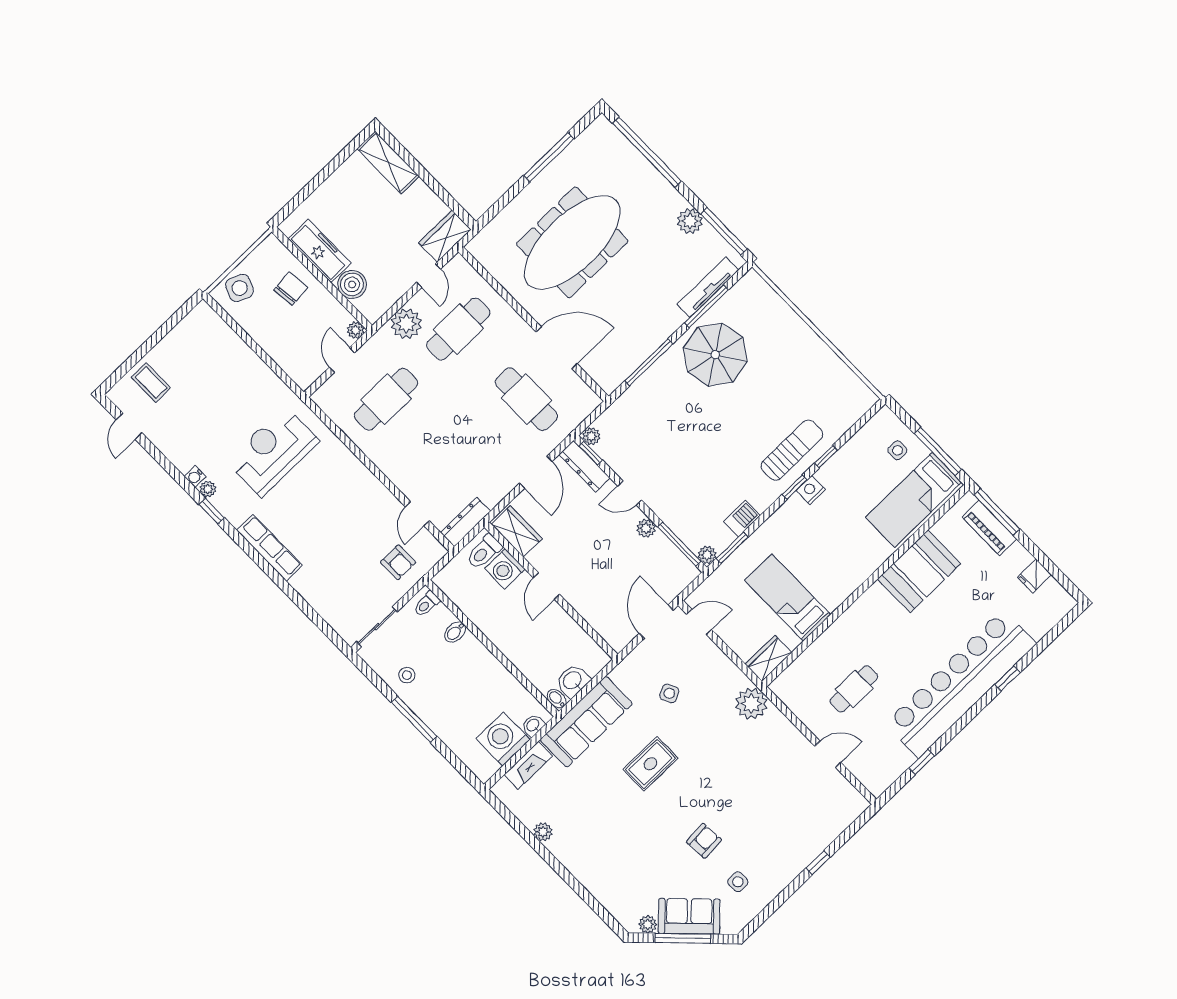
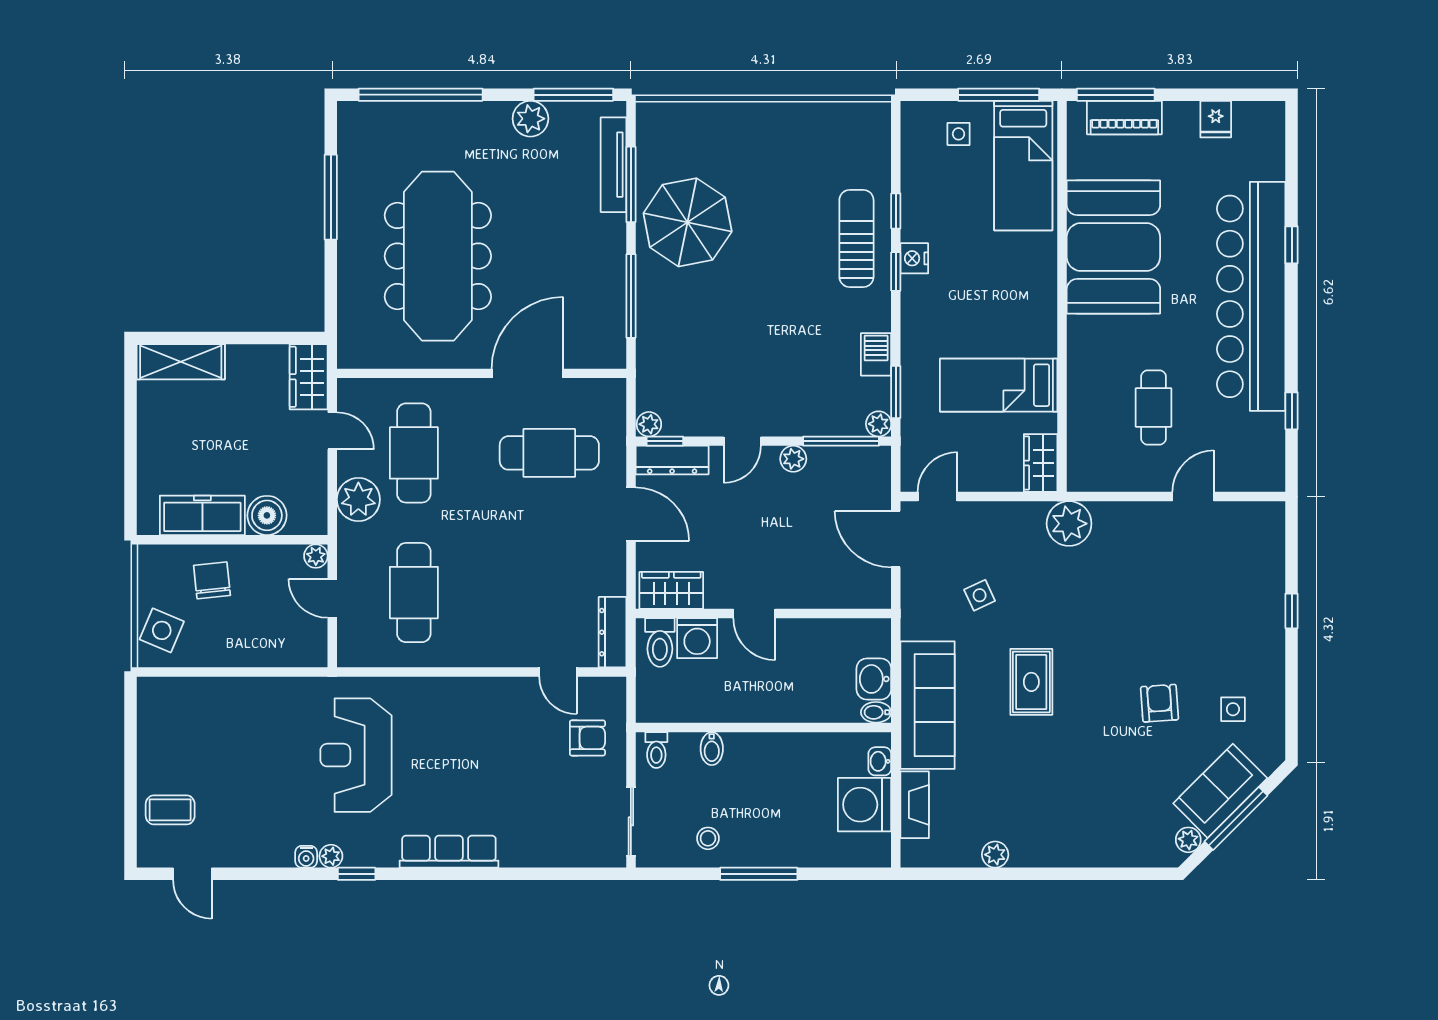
booth: (919, 571) -> (1113, 247), width x1.36, depth x1.42

